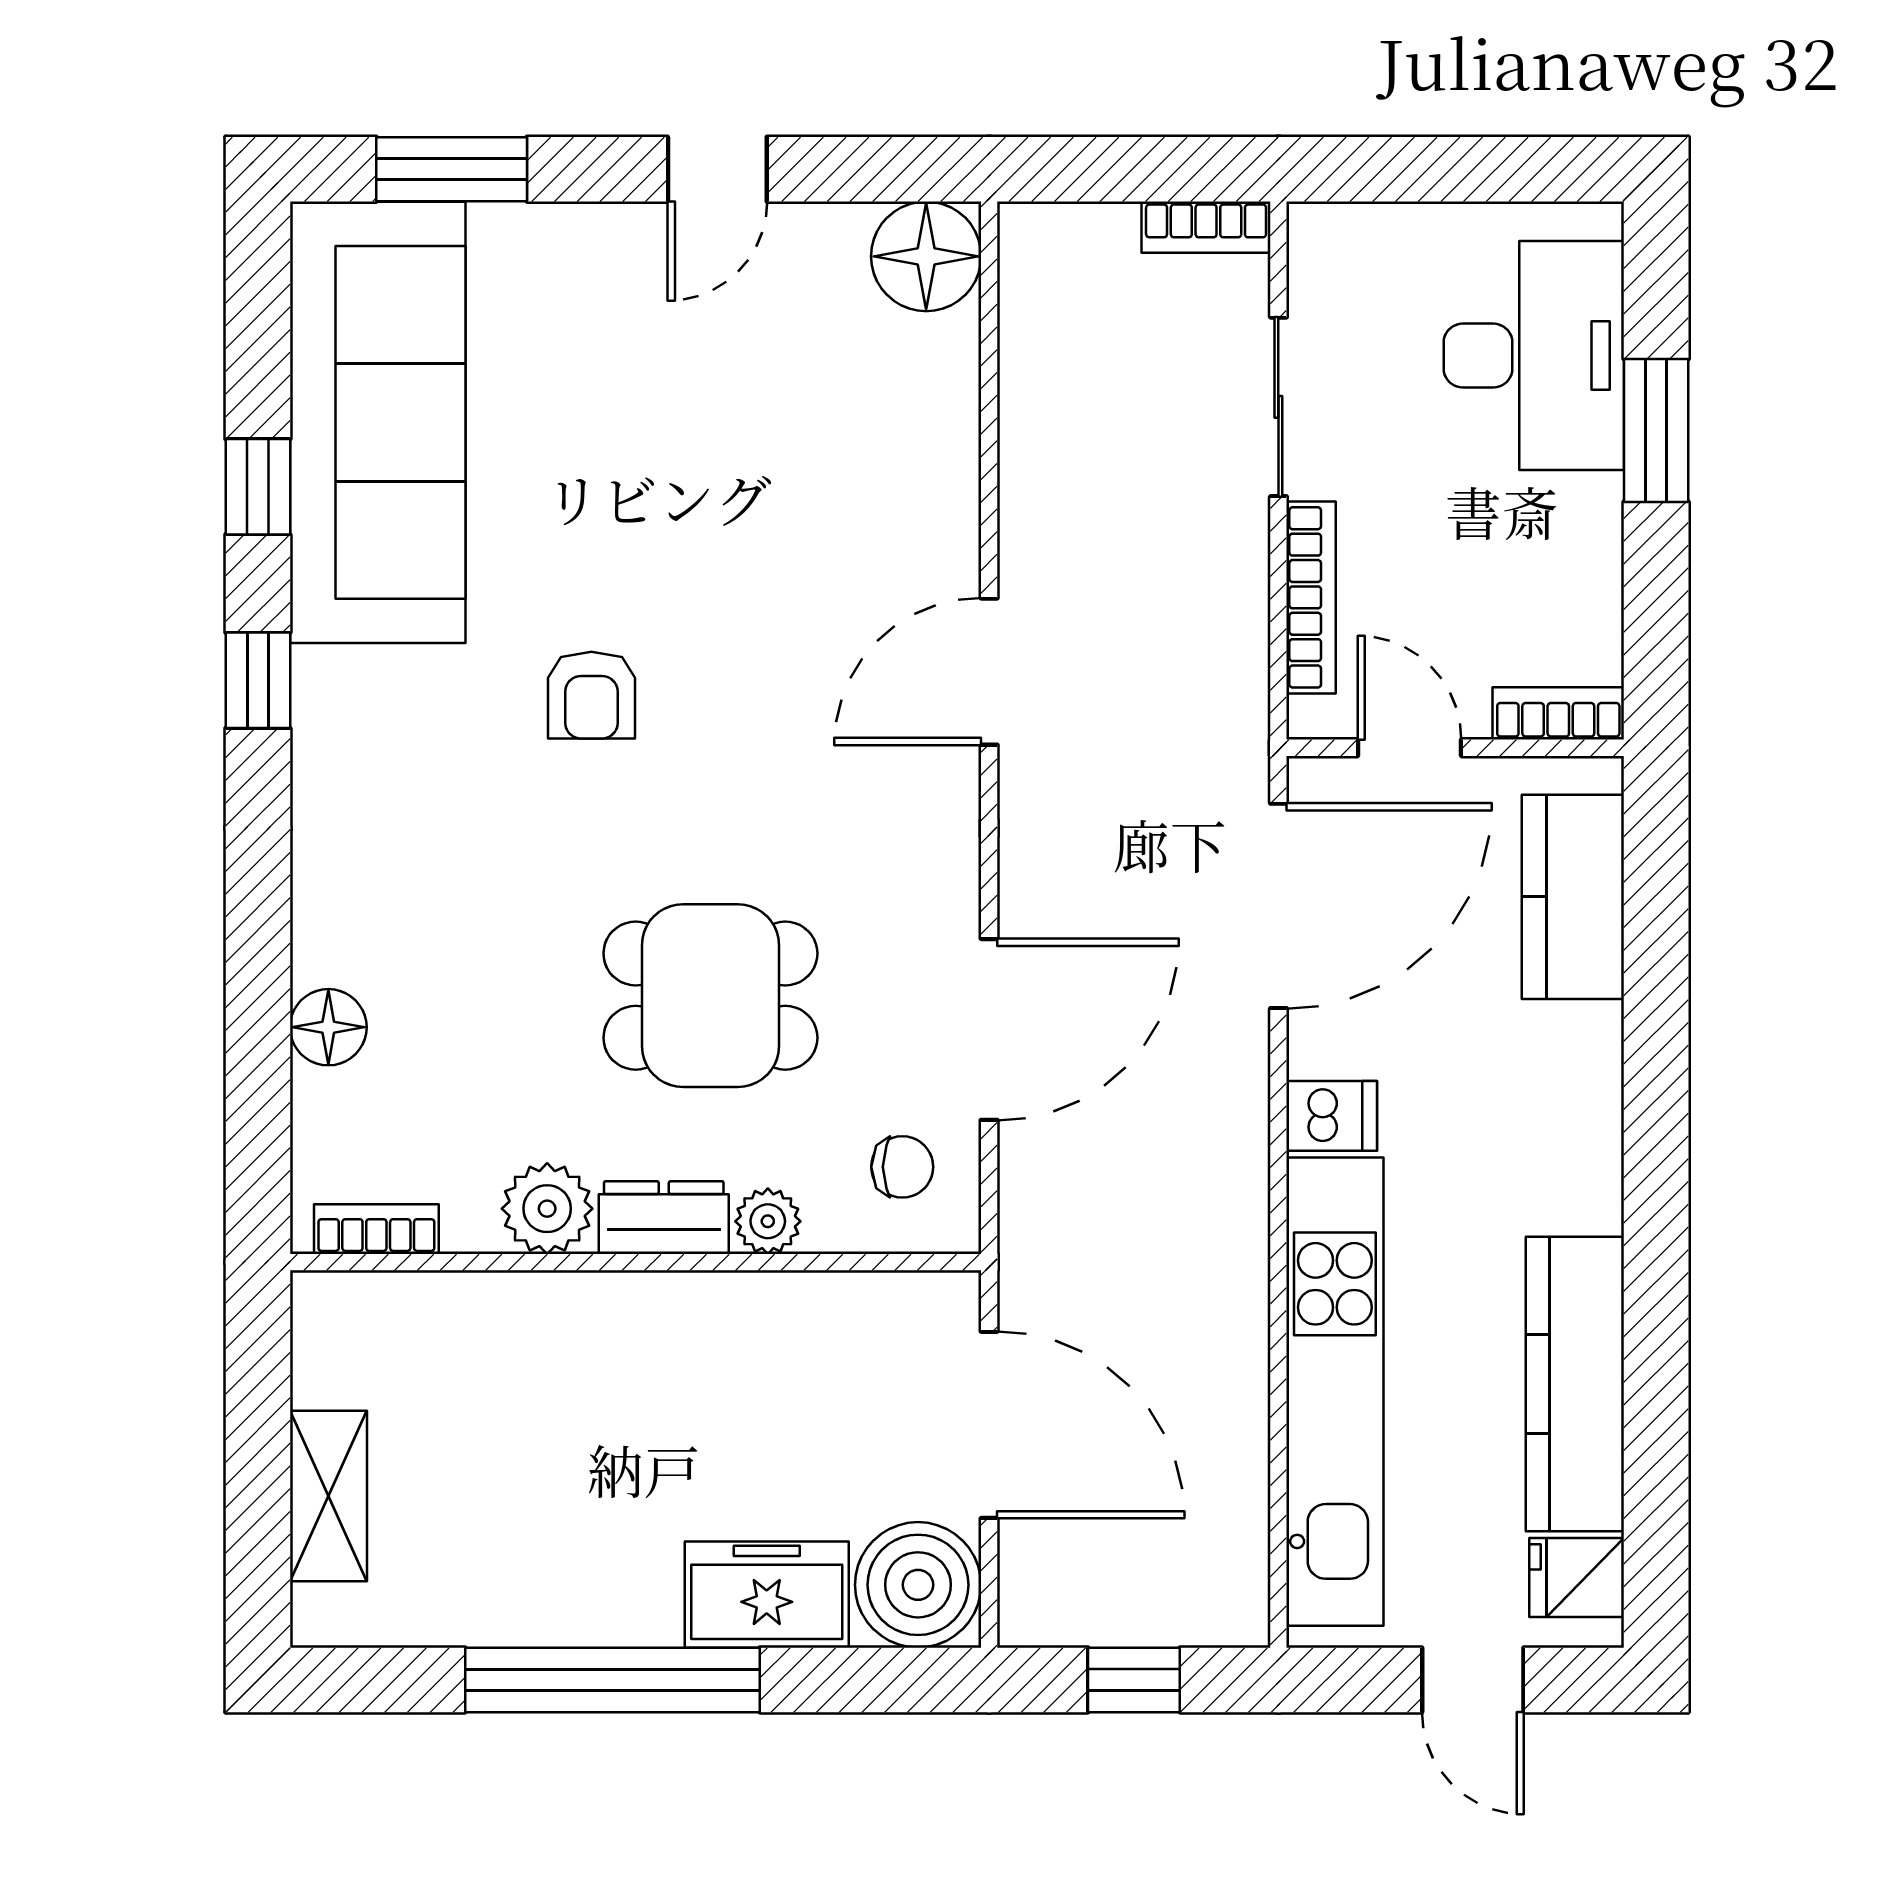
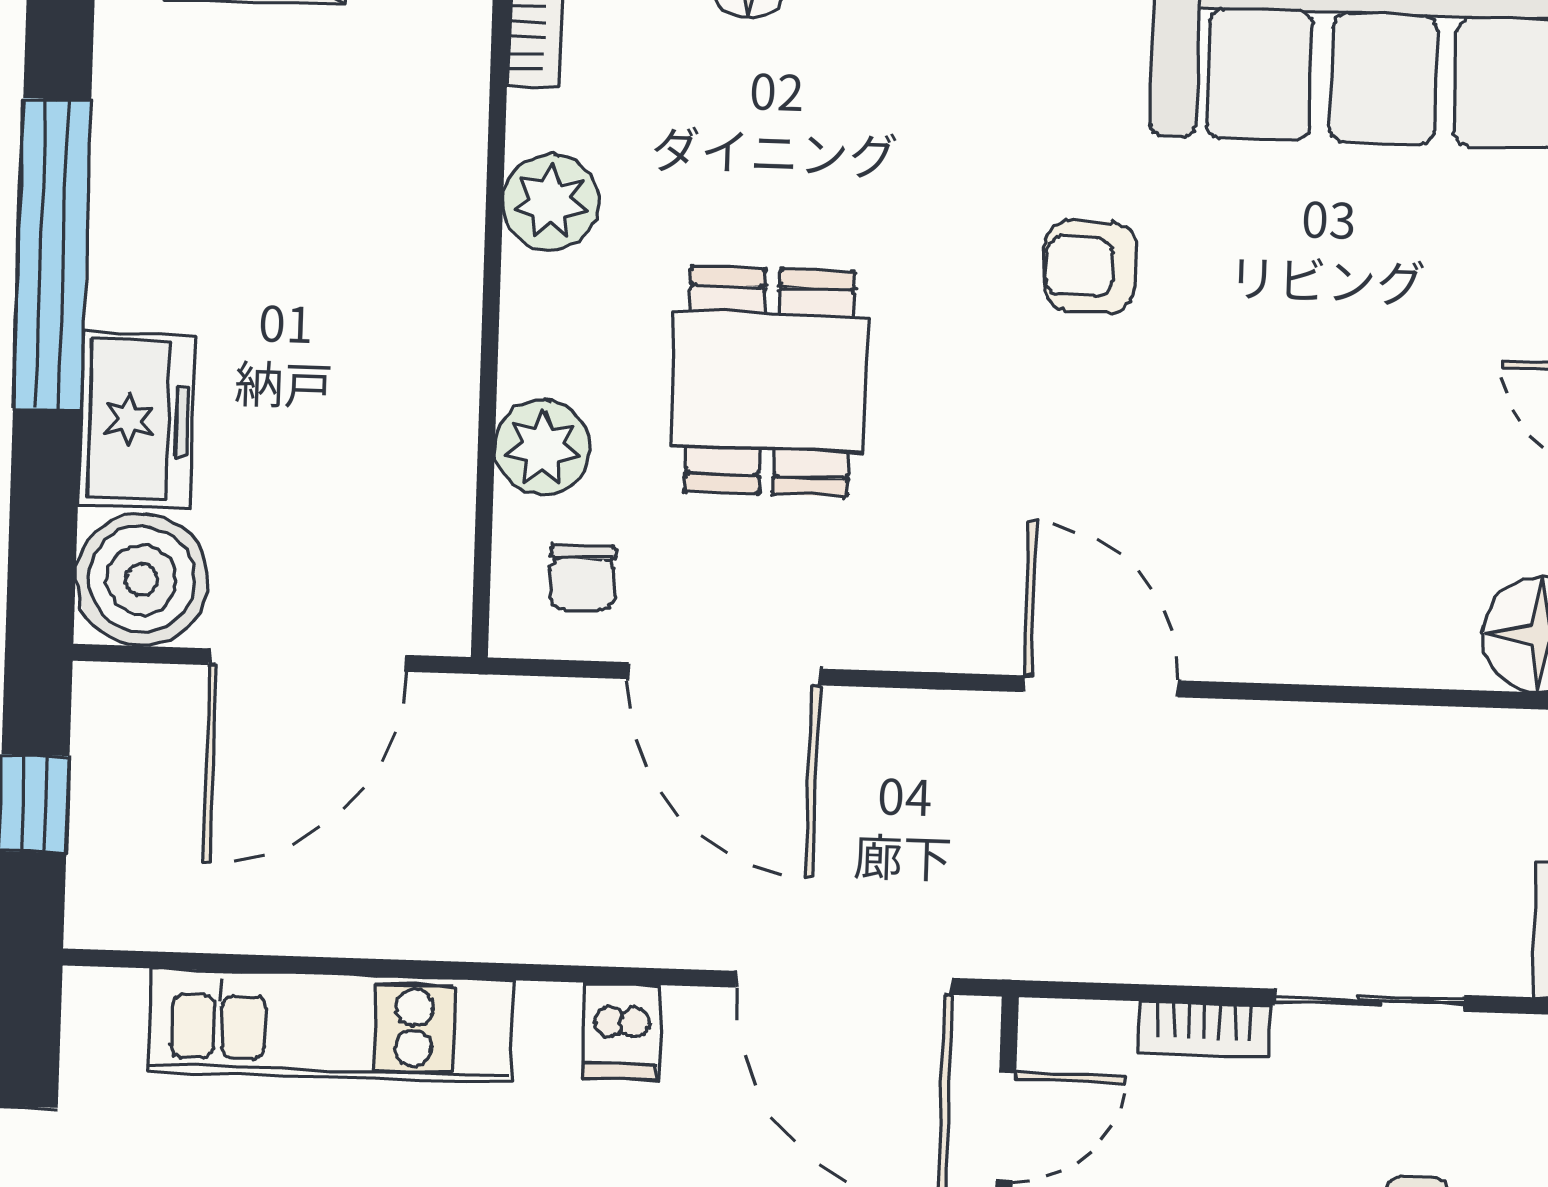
bookcase: (1311, 597) -> (1204, 1029), width x0.64
dresser: (664, 1218) -> (537, 325), removed
plant: (768, 1221) -> (542, 447), width x1.38, depth x1.38
kitchen unit: (1335, 1392) -> (331, 1025), width x0.73

